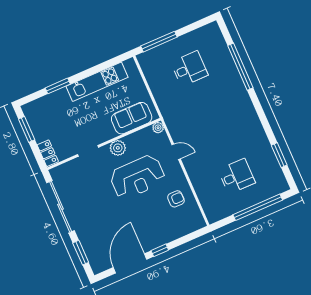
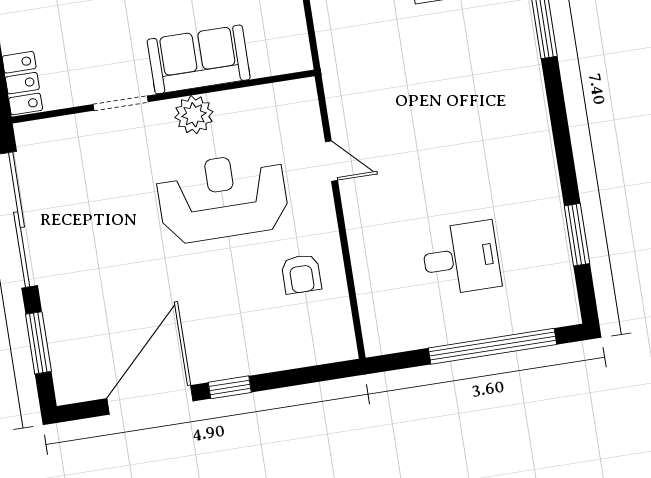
sofa: (132, 118) -> (199, 59), moved
plant: (158, 128) -> (303, 92), removed
reception desk: (137, 177) -> (222, 197), turned 180
armchair: (176, 199) -> (301, 274), turned 90

